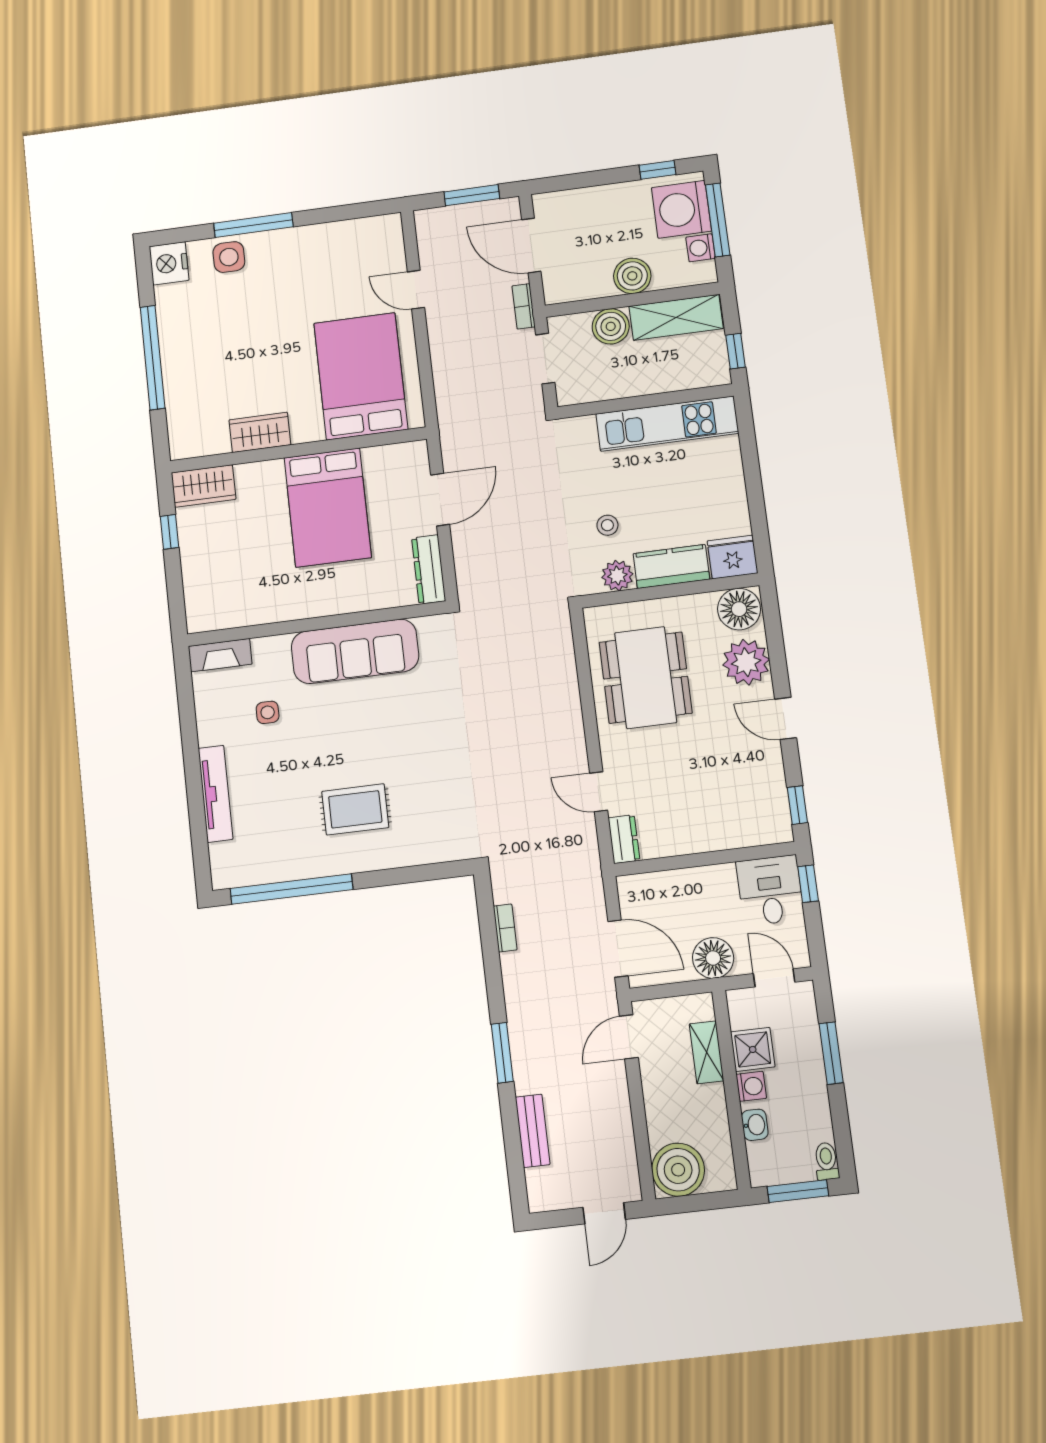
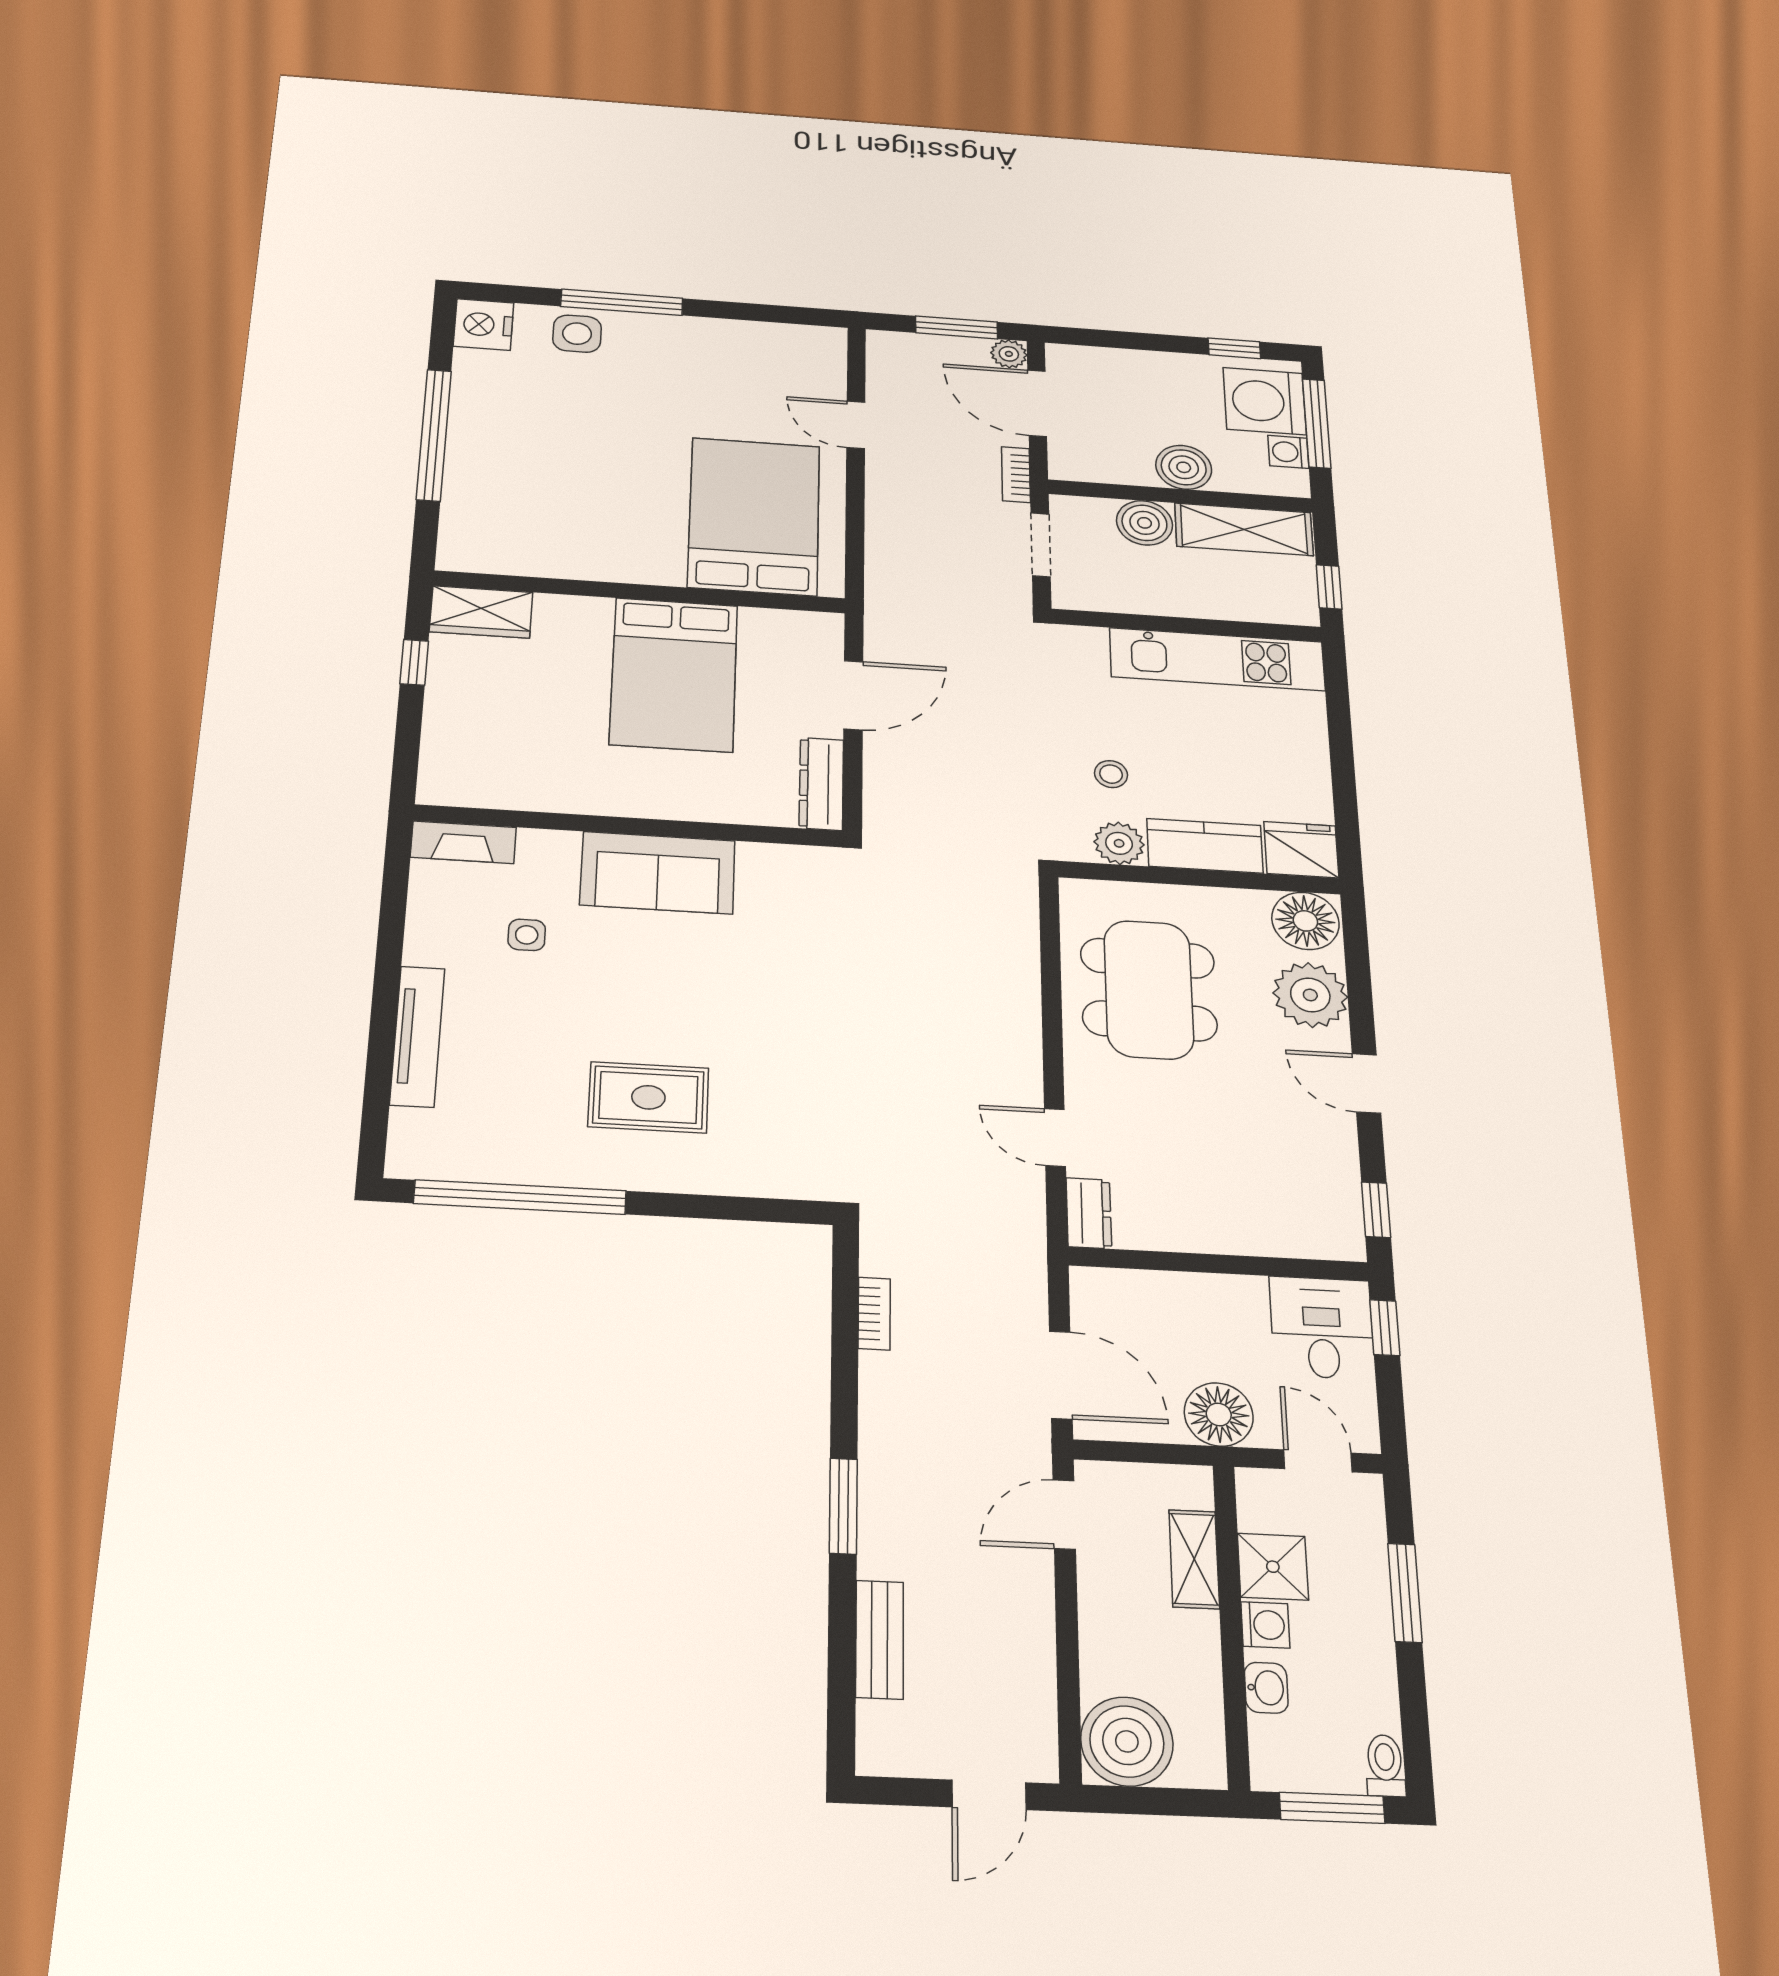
plant: (508, 209) -> (1009, 354), added
wardrobe: (260, 432) -> (584, 559), removed
sofa: (355, 651) -> (658, 873), width x0.73

